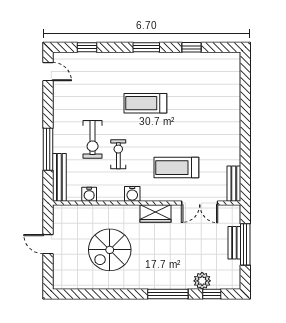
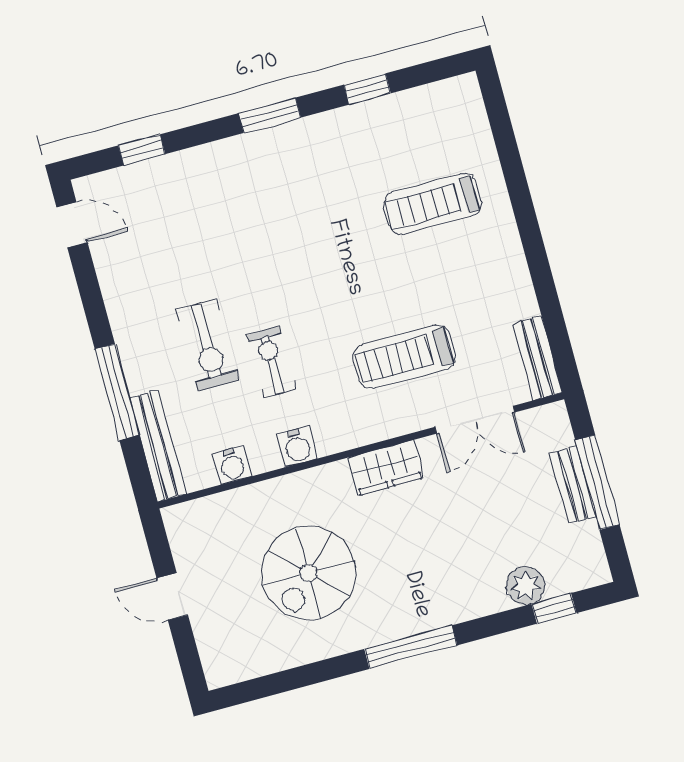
treadmill: (145, 103) -> (433, 204), moved
water cooler: (132, 194) -> (297, 447), moved
window: (168, 294) -> (411, 647), moved

